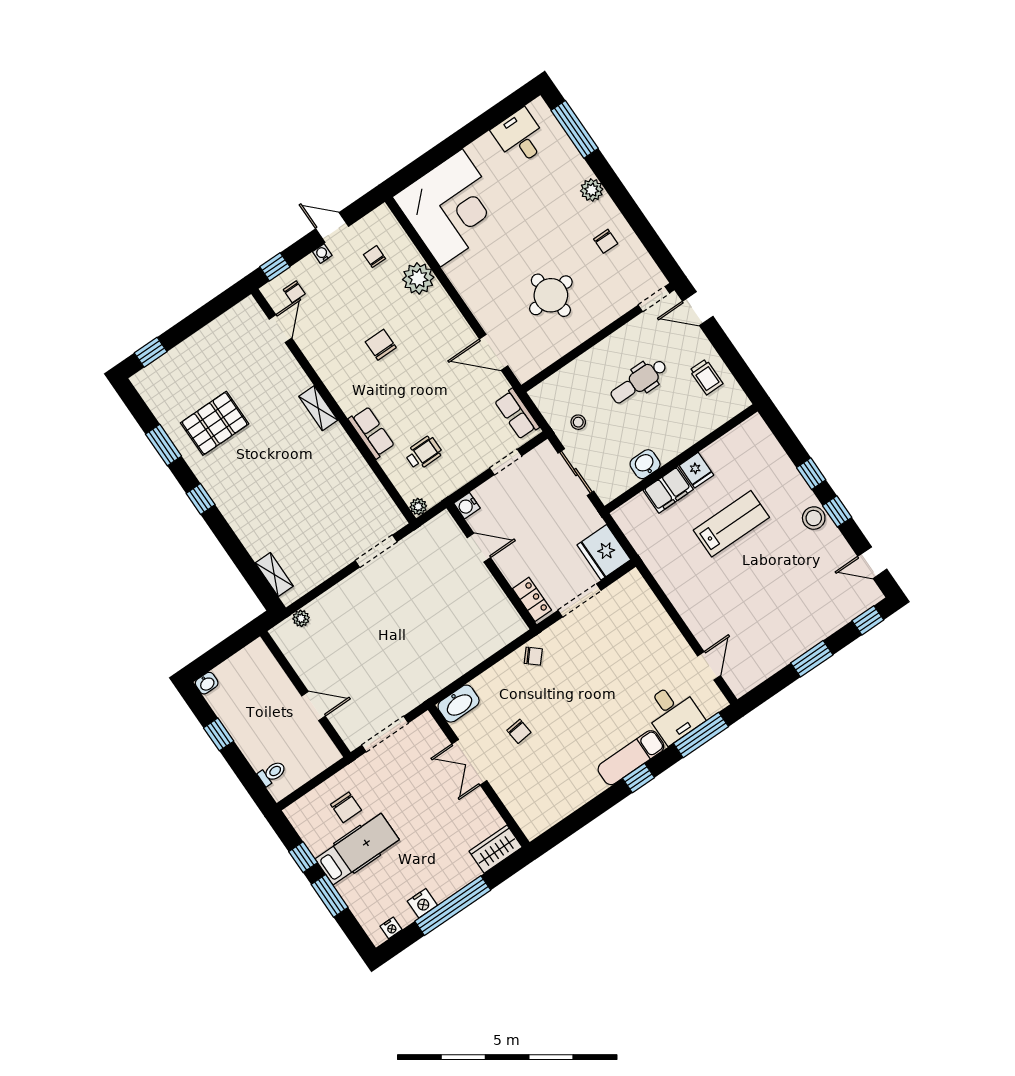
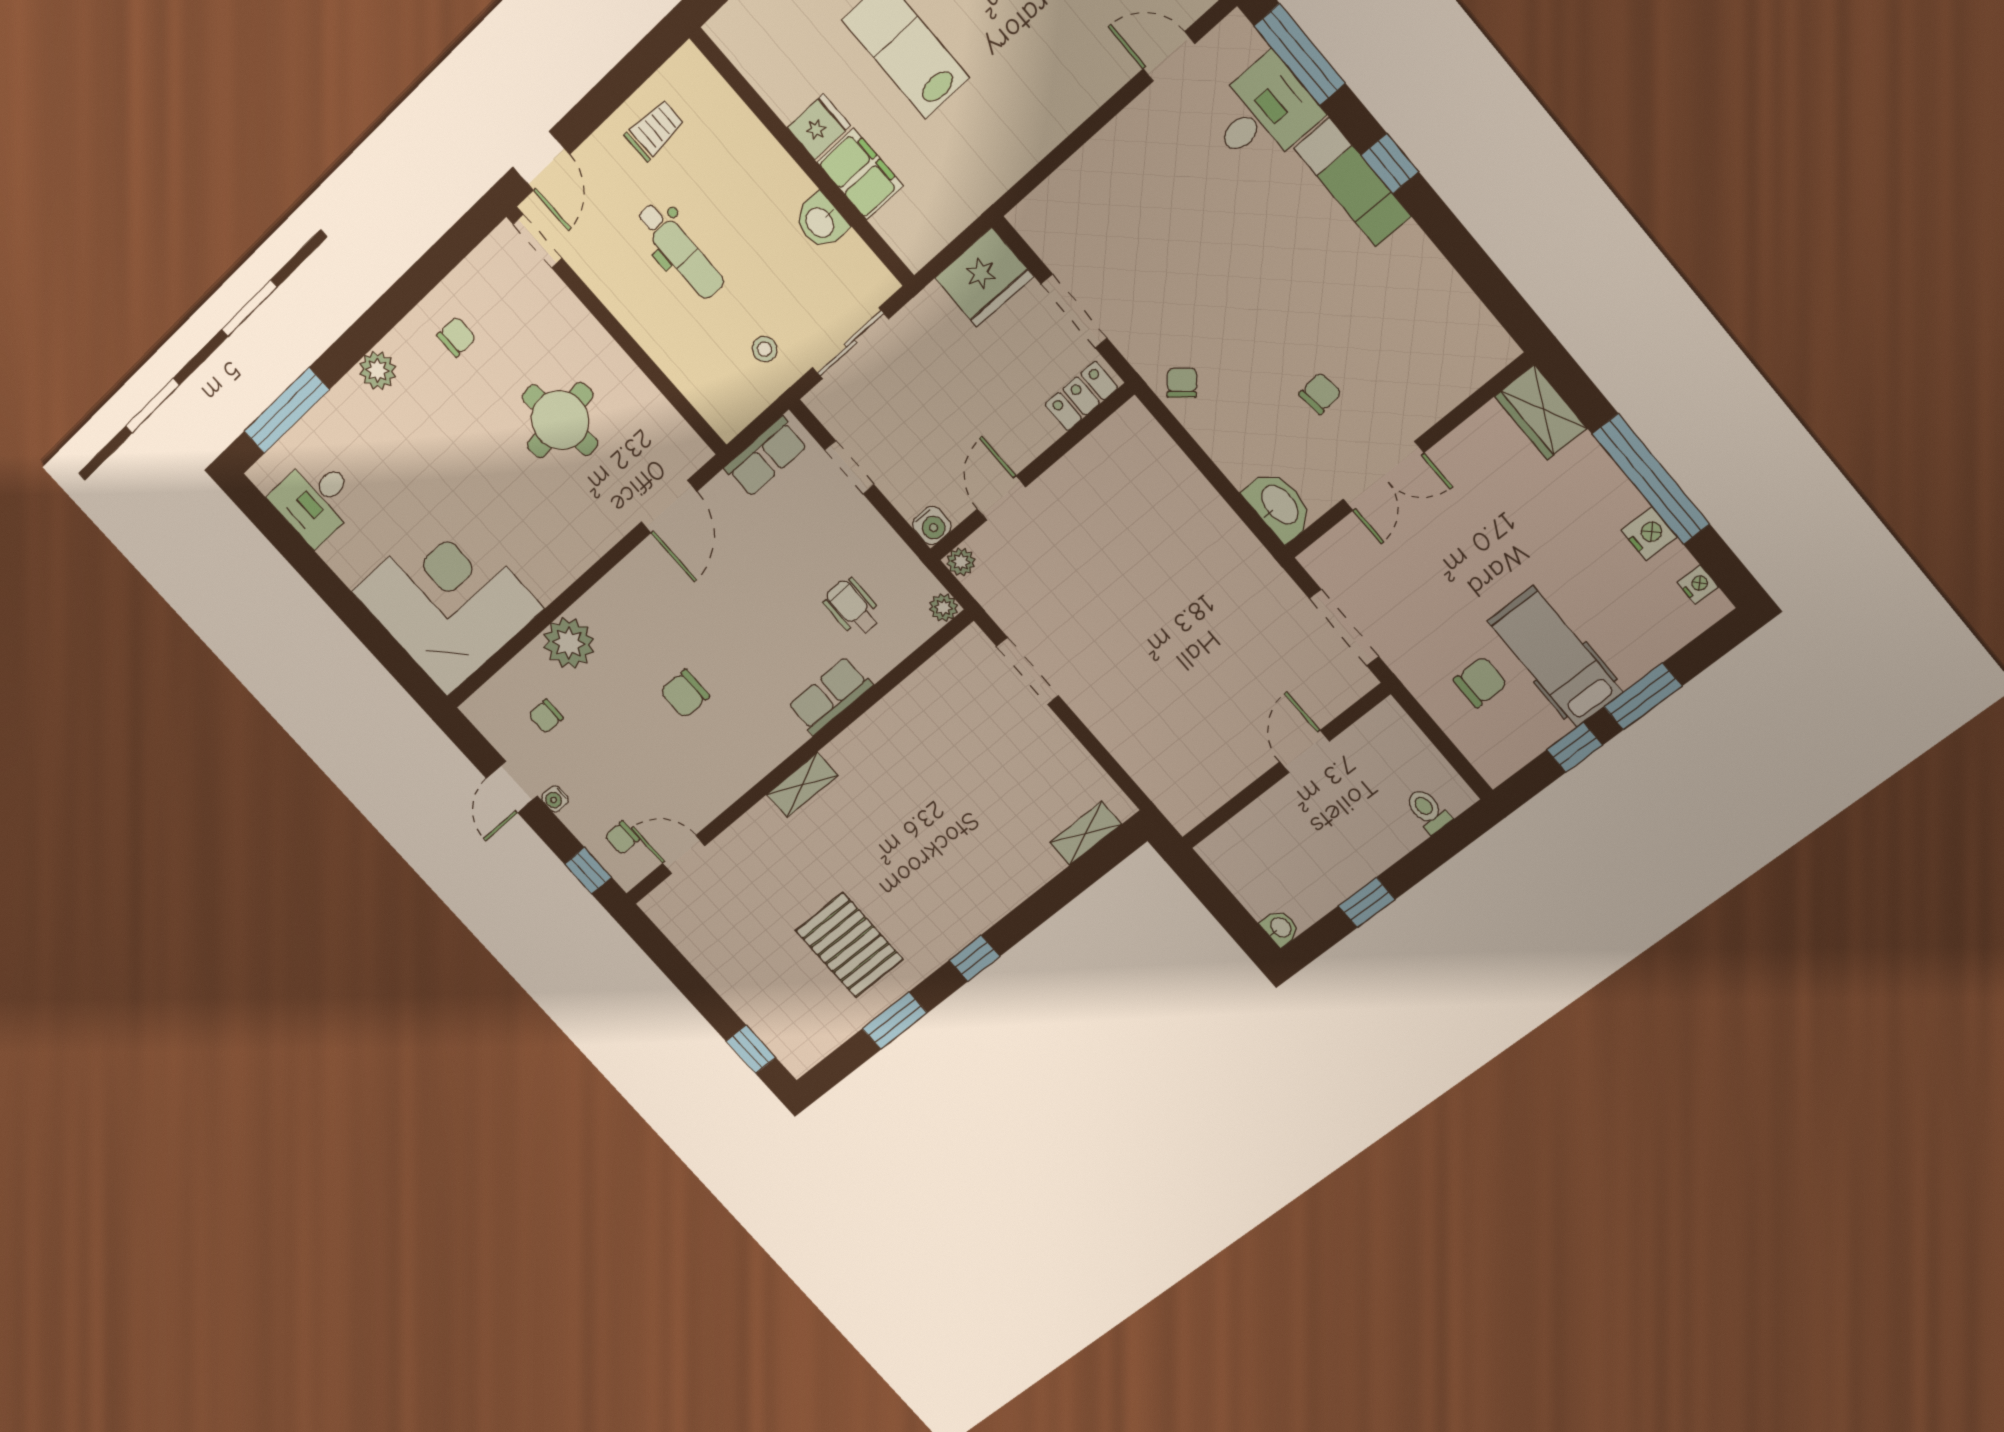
chair: (294, 292) -> (622, 838), turned 180
plant: (301, 618) -> (961, 562), moved

